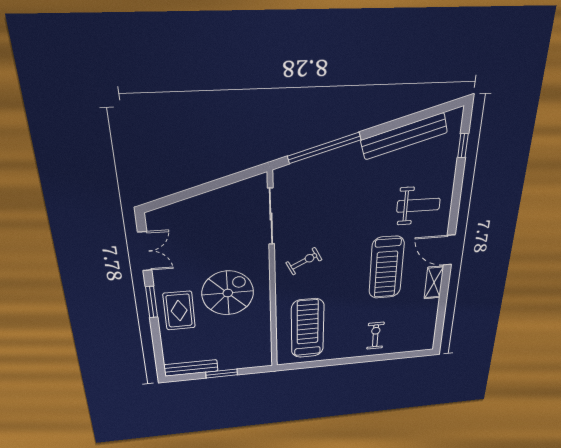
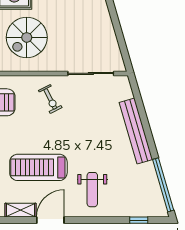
bench: (404, 136) -> (136, 131), moved
window: (324, 148) -> (163, 185), moved
spiral stairs: (228, 293) -> (27, 37), turned 90

